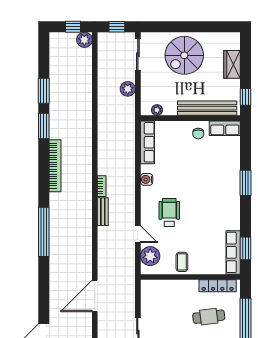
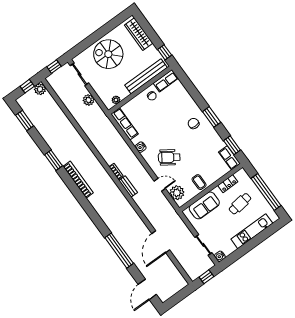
spiral stairs: (184, 55) -> (108, 54), turned 90
wardrobe: (232, 64) -> (139, 34), width x1.50
window: (44, 91) -> (25, 120), moved
window: (246, 183) -> (212, 117), moved
chair: (221, 195) -> (194, 123), added
wheelchair: (169, 213) -> (169, 157), turned -56
window: (44, 232) -> (119, 251), moved
row of seats: (233, 252) -> (229, 158), width x0.68
locker: (218, 286) -> (228, 184), width x0.66
sofa: (169, 291) -> (204, 205), added

